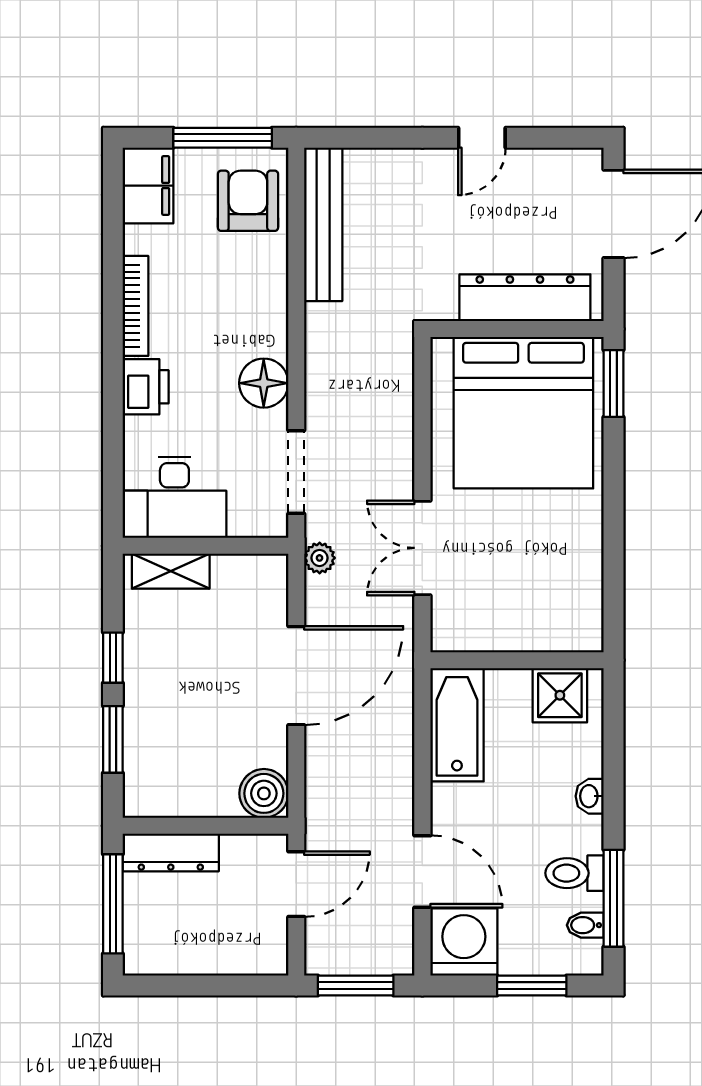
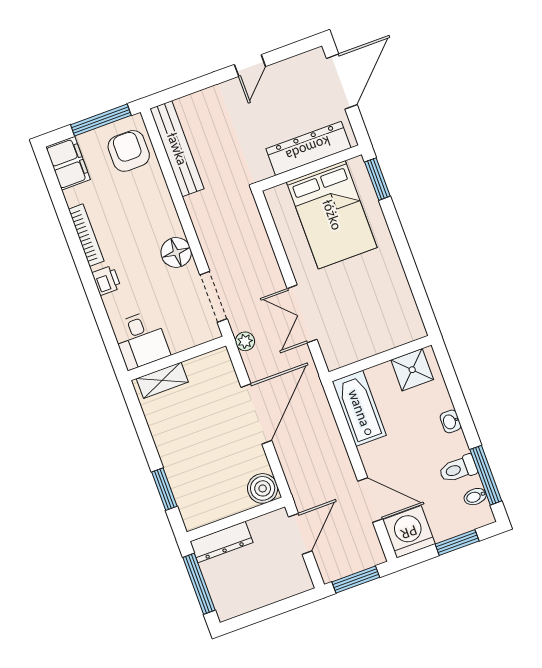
printer: (146, 387) -> (106, 280), width x0.73, depth x0.81
bed: (523, 413) -> (332, 215), width x0.73
desk: (174, 497) -> (141, 340), width x0.73
window: (113, 658) -> (147, 442), removed

